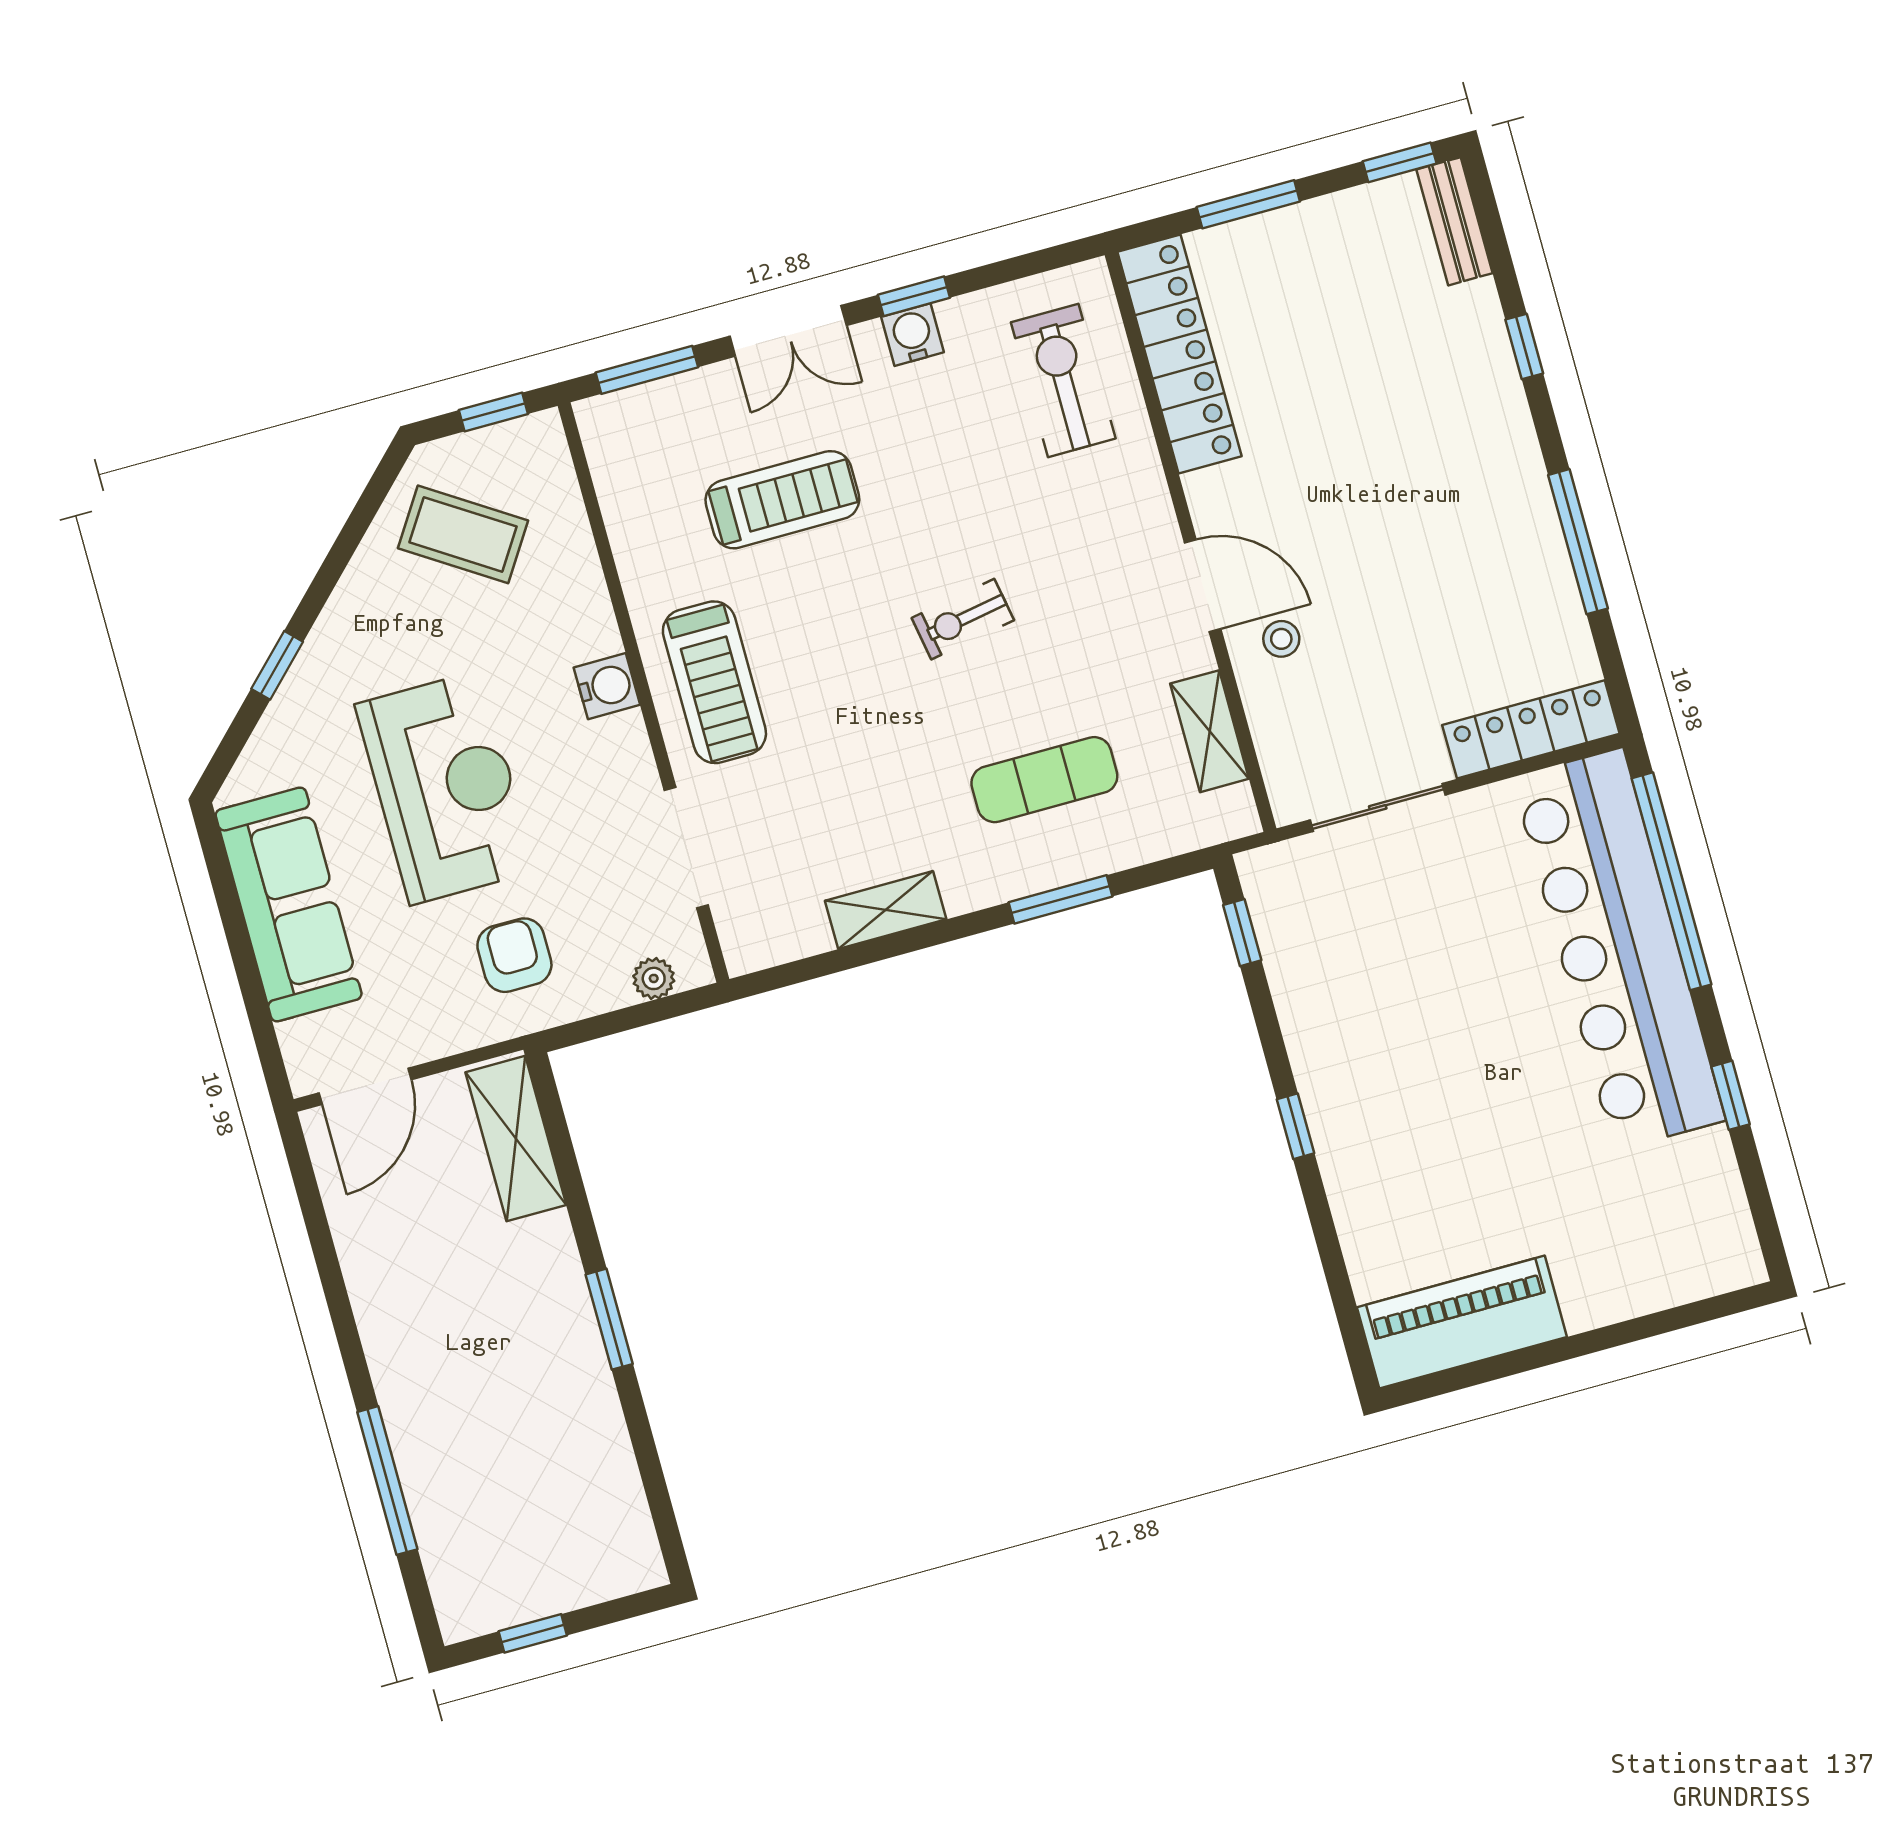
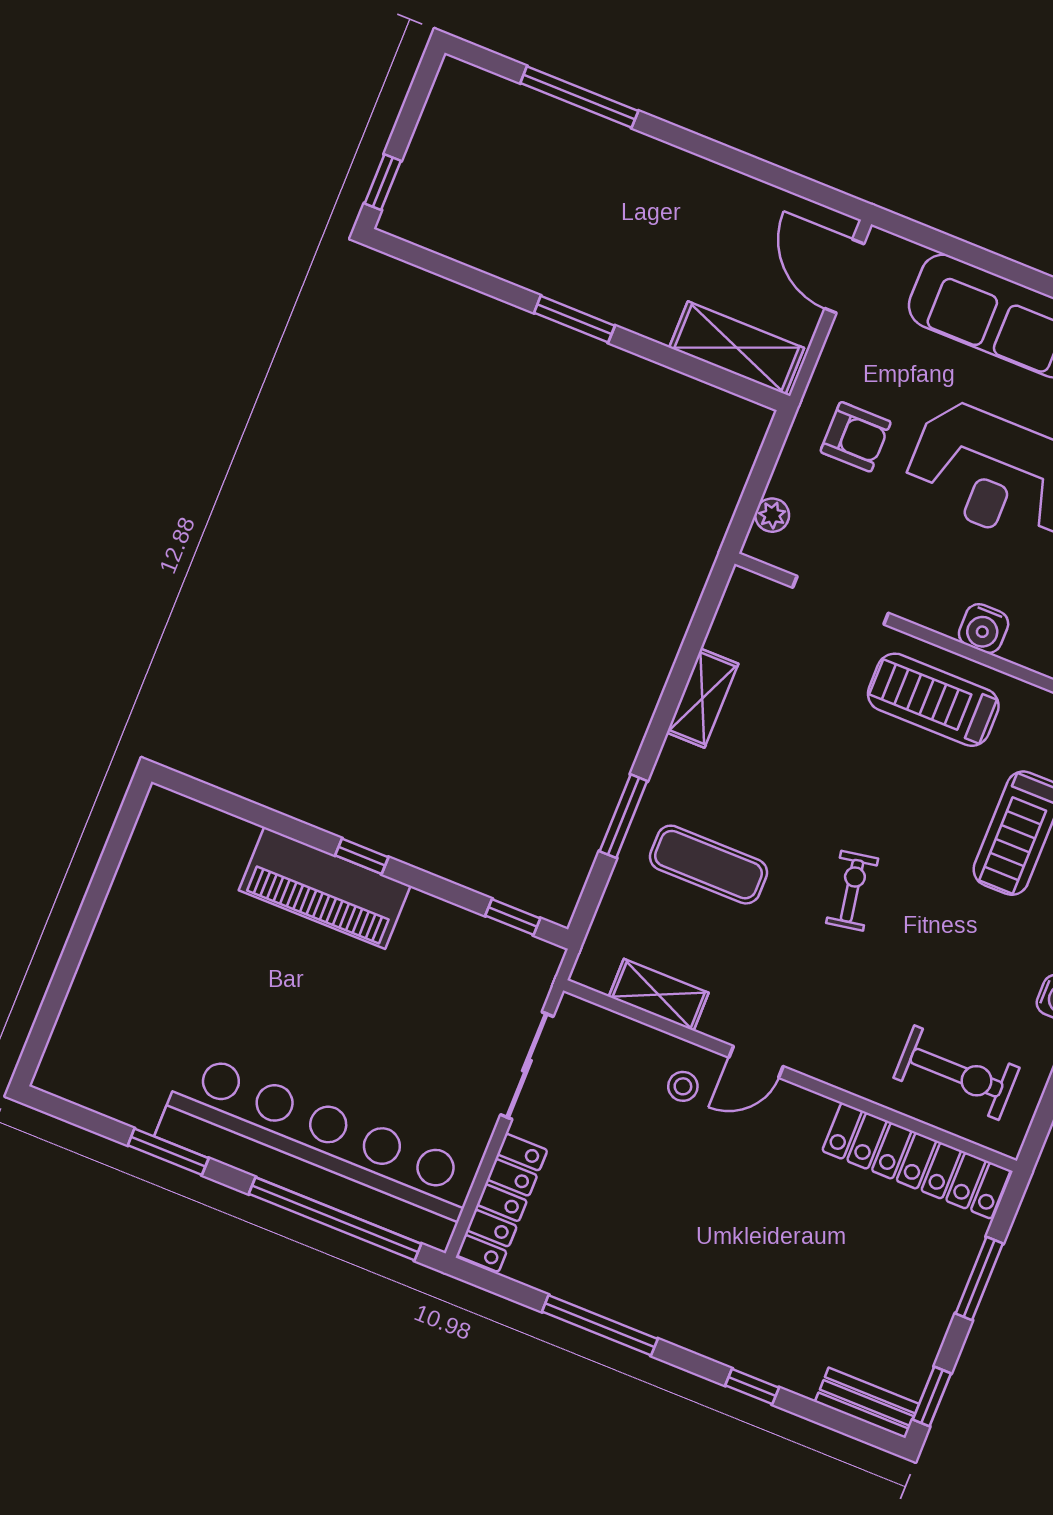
door: (1203, 586) -> (756, 1062), width x0.73
exercise mat: (1044, 780) -> (708, 865), turned 90
window: (1730, 1095) -> (168, 1152), width x1.50
piano: (1462, 1322) -> (325, 888), moved, turned 90
window: (533, 1633) -> (383, 182), moved

